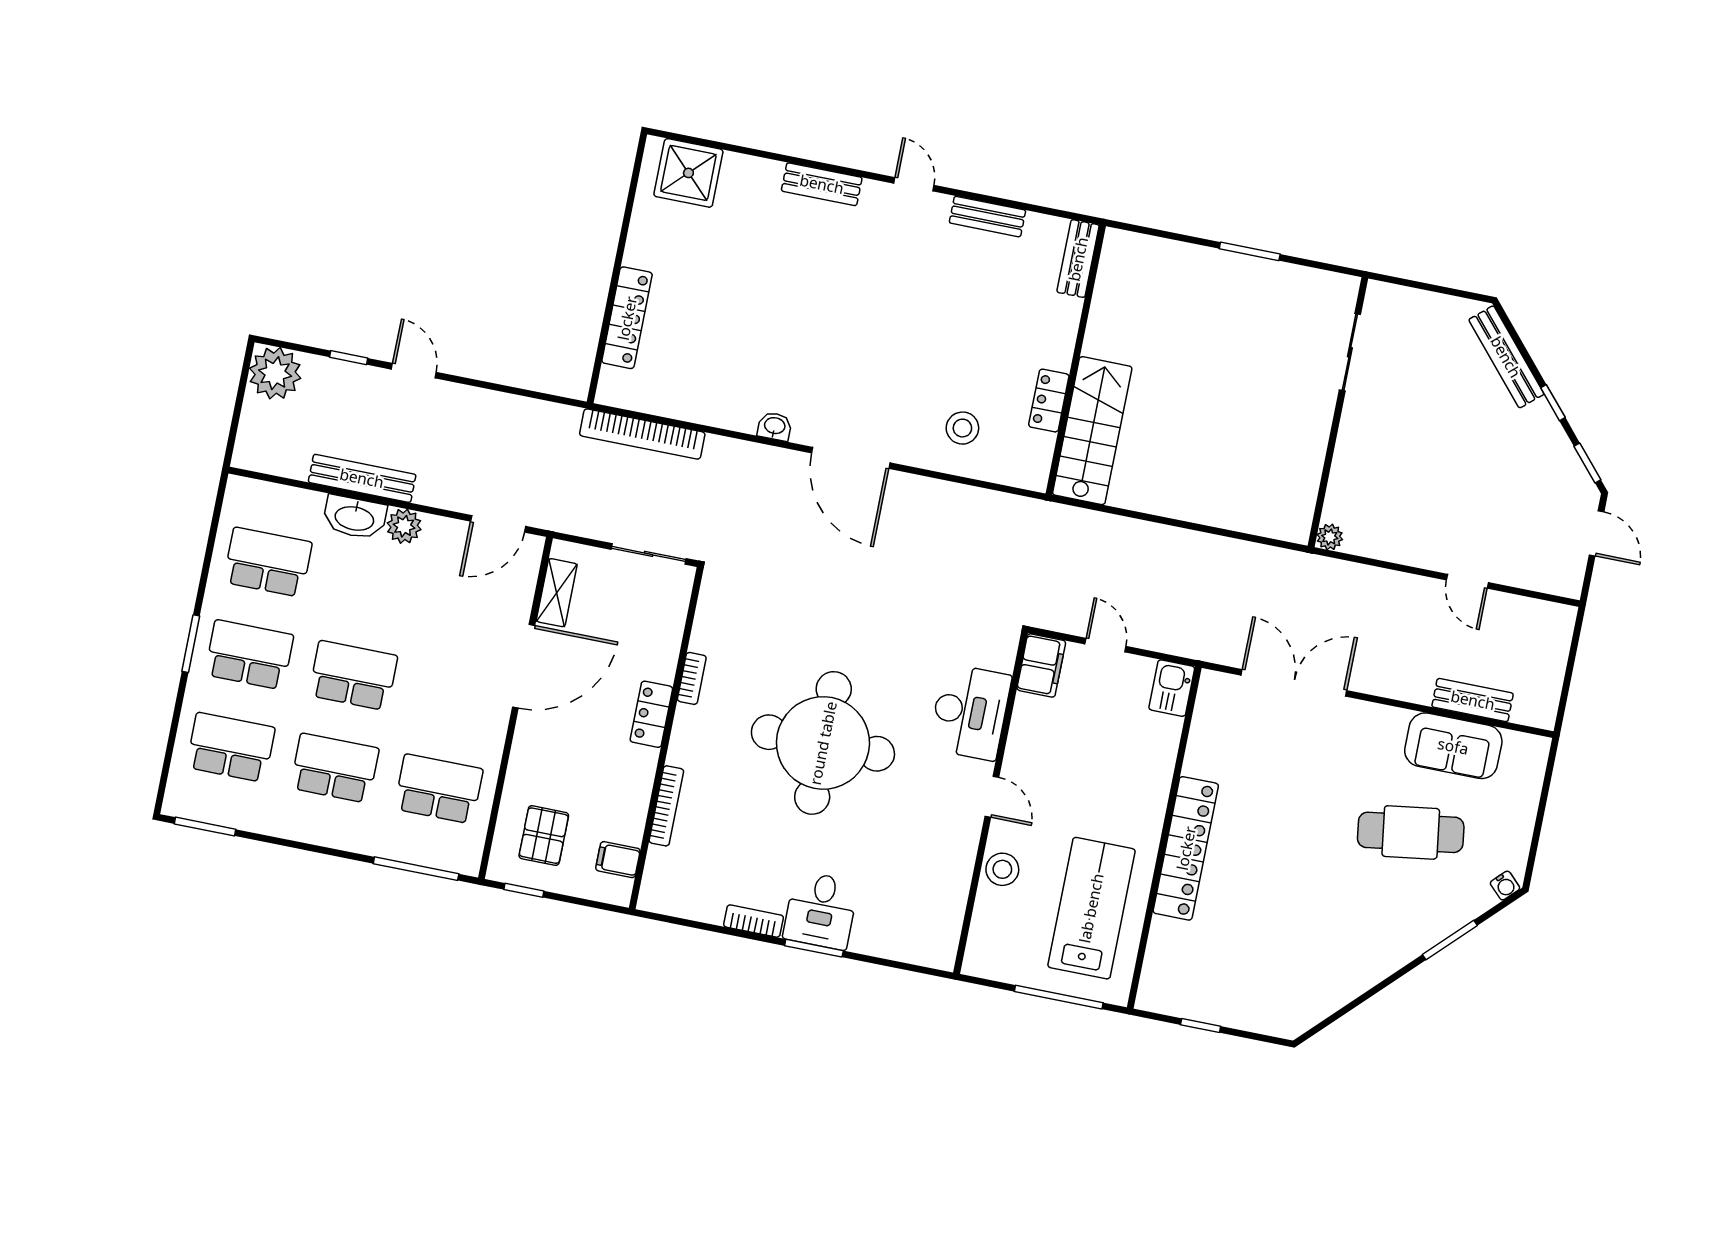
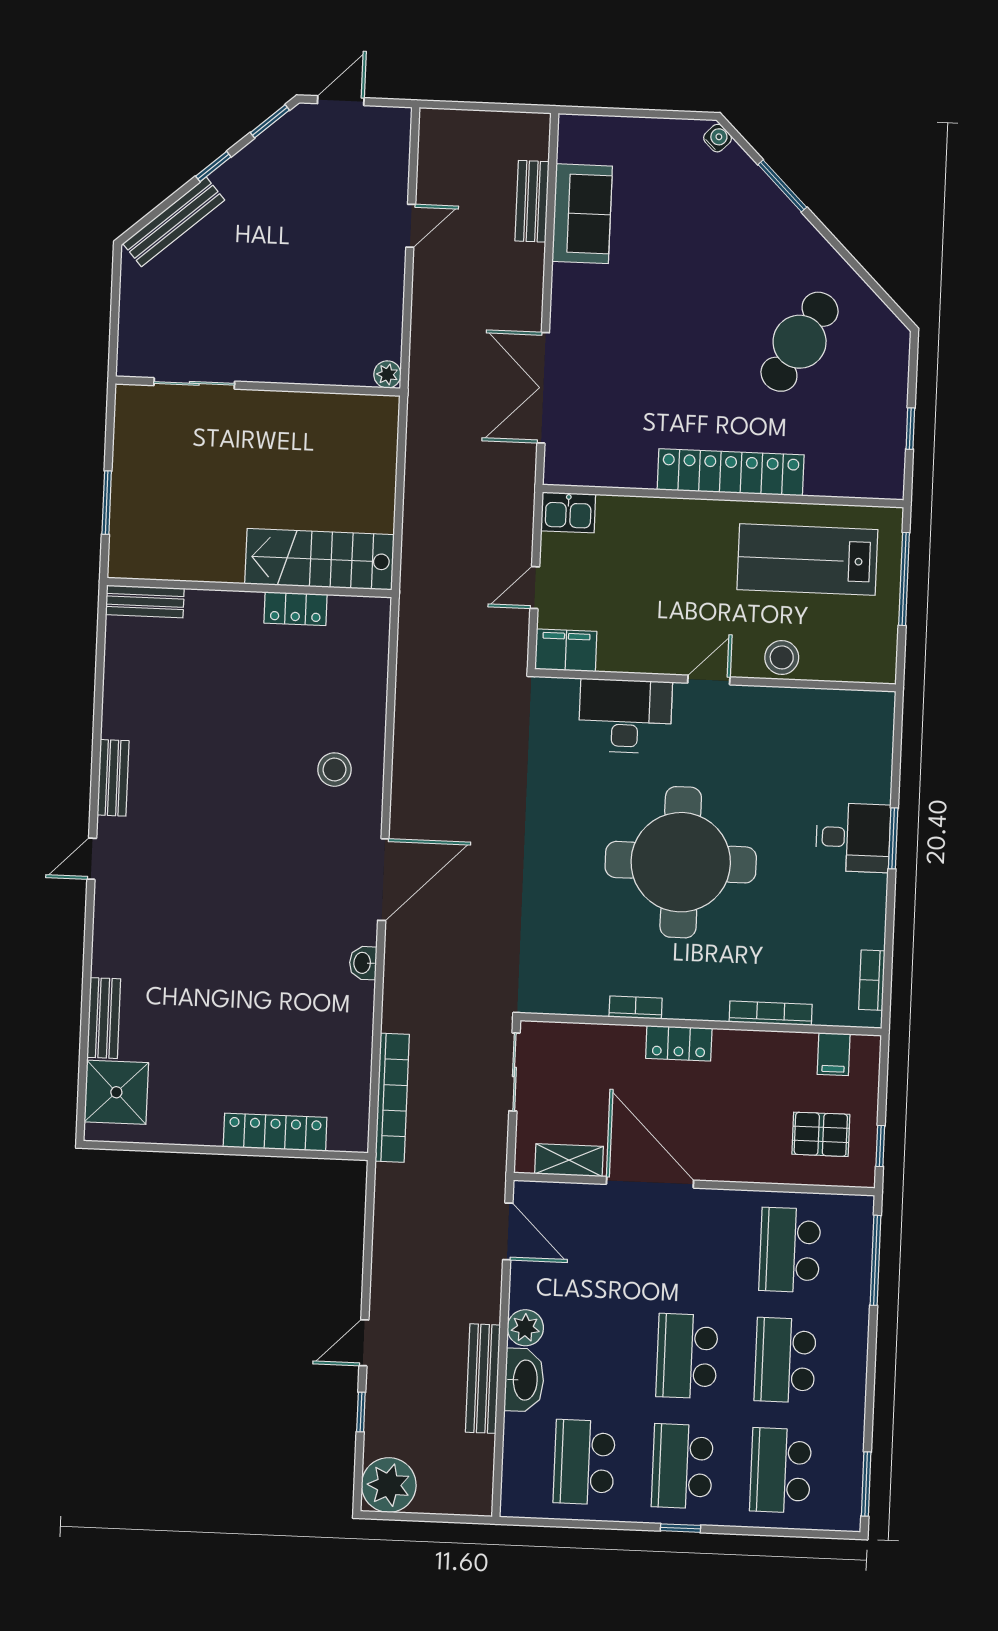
bench: (822, 184) -> (104, 1018), moved
bench: (1078, 259) -> (145, 602), moved
wall: (1076, 360) -> (249, 588), moved
locker: (1049, 401) -> (296, 609), moved
stairs: (1092, 431) -> (319, 559), moved
window: (191, 644) -> (680, 1528), width x0.67
cafe table: (1411, 832) -> (800, 342), moved, turned 38
bookcase: (753, 921) -> (872, 980), moved

